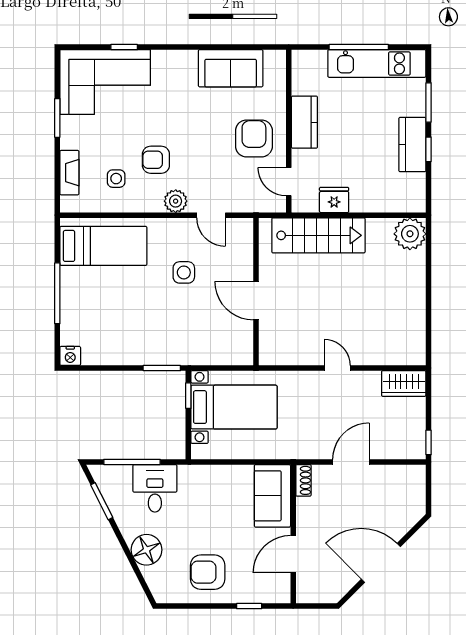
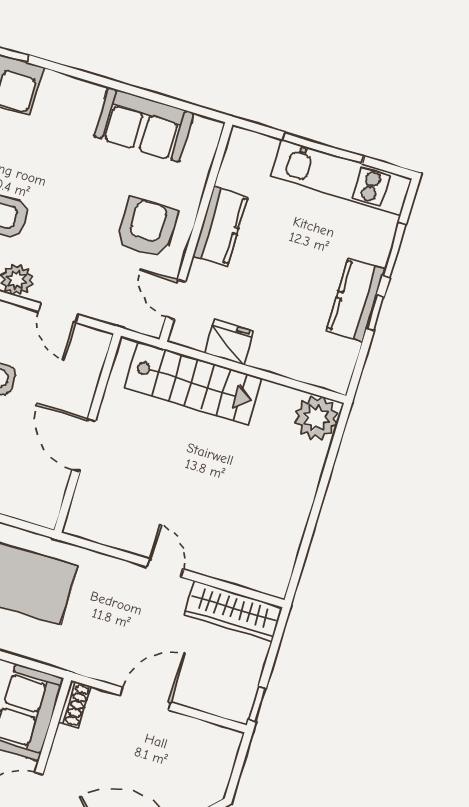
wardrobe: (404, 384) -> (233, 611), width x1.50

